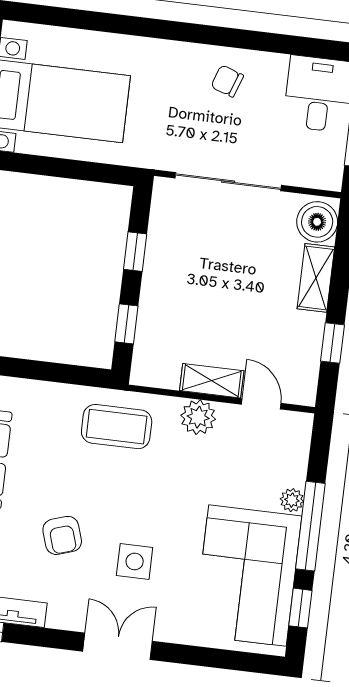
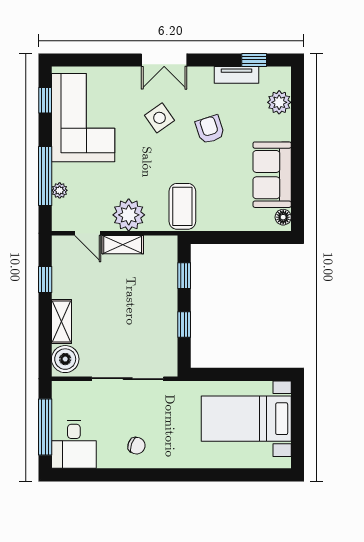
plant: (198, 417) -> (129, 215), width x1.36, depth x1.36
coffee table: (117, 427) -> (182, 206), turned 90
plant: (292, 500) -> (60, 190), moved
window: (310, 526) -> (45, 176), moved
side table: (135, 561) -> (159, 118), turned -35

